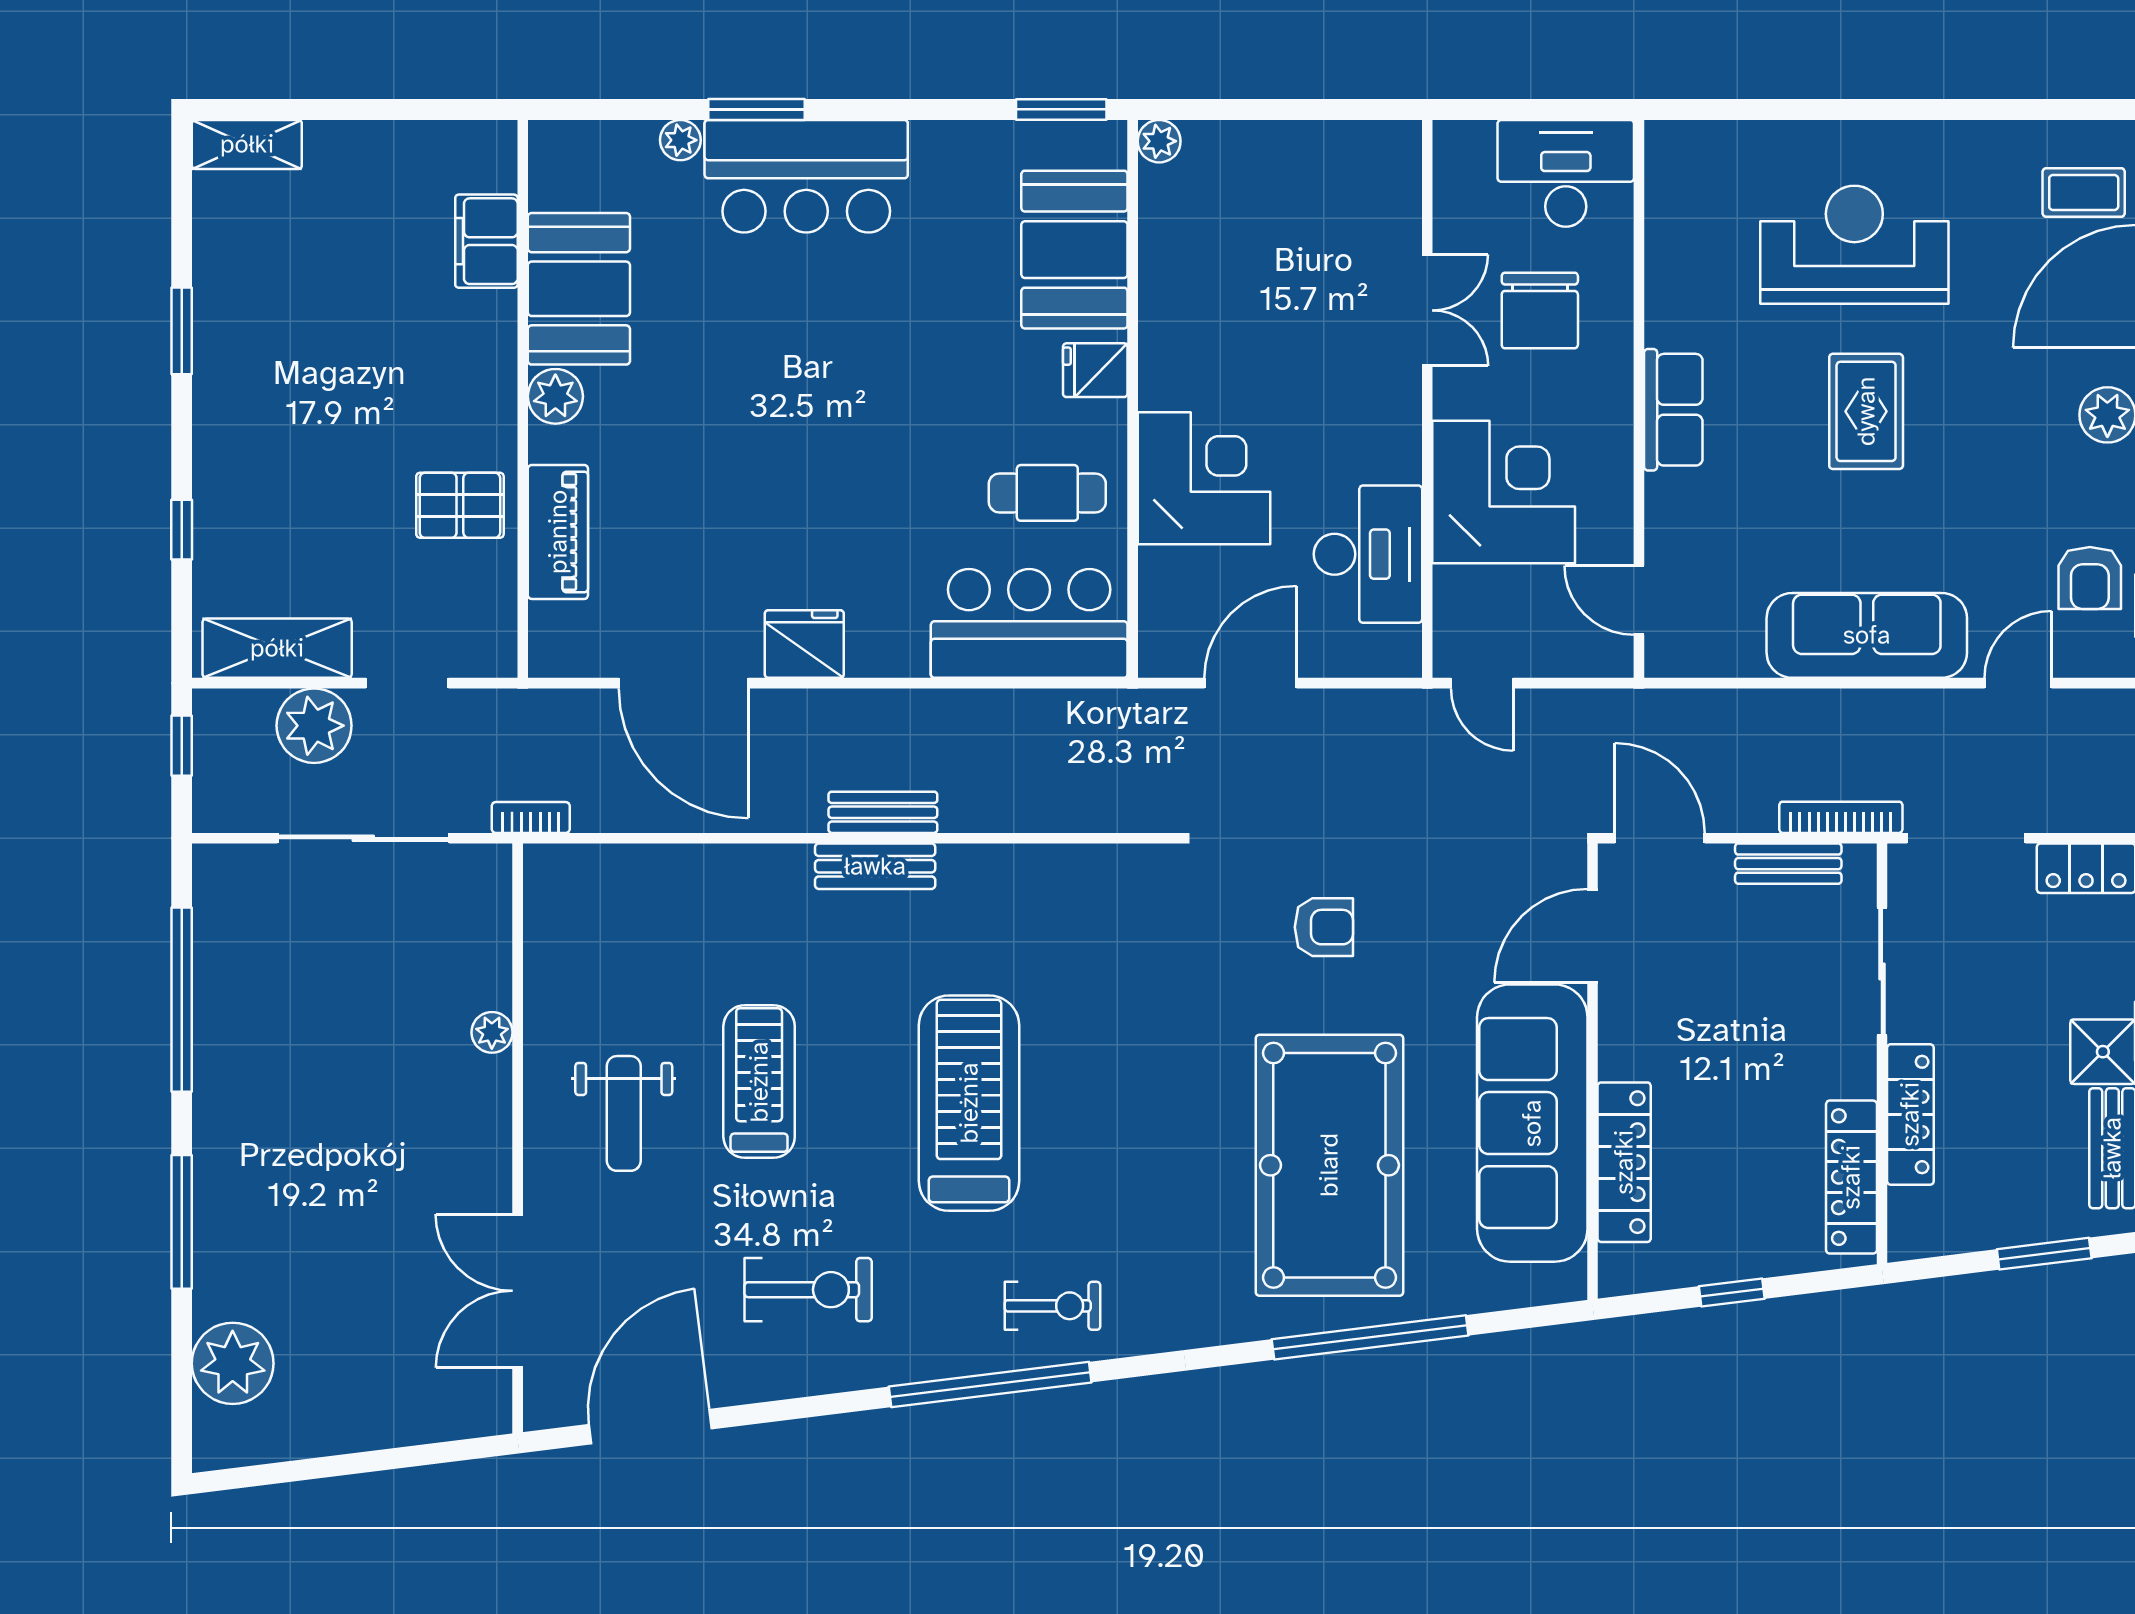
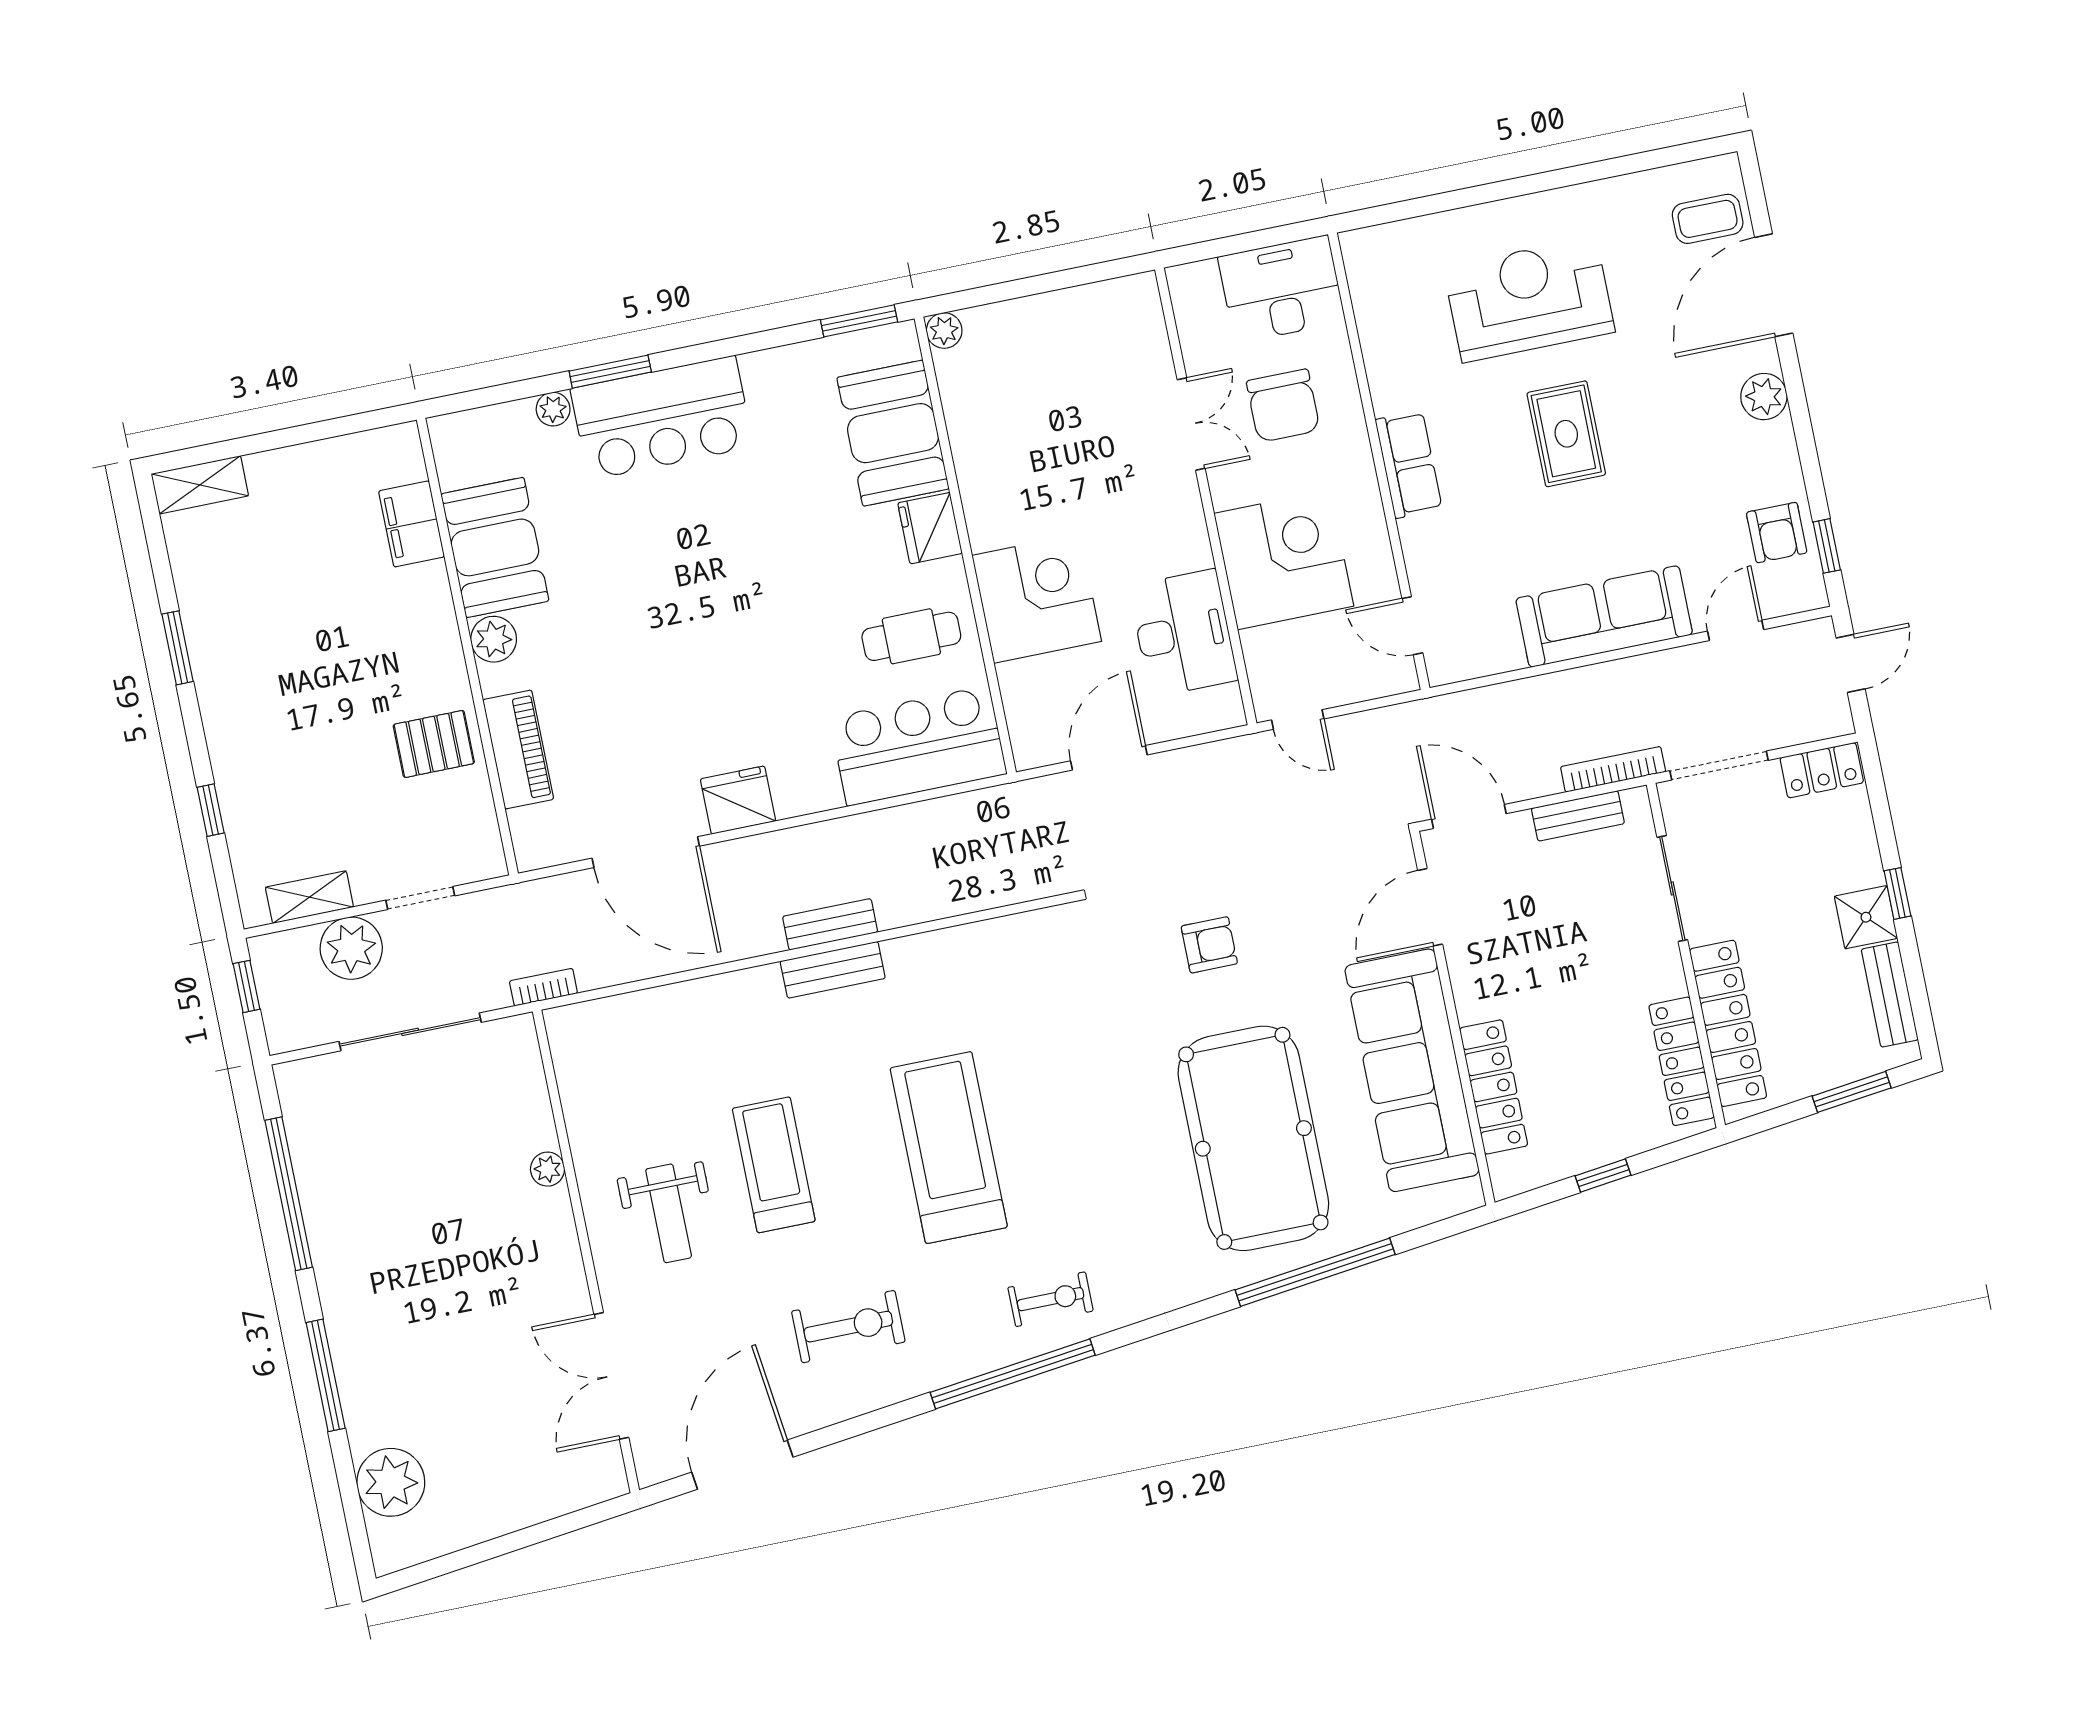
fridge: (1095, 370) -> (930, 528), width x1.38
shelving: (277, 648) -> (309, 897), width x0.67, depth x0.75
locker: (1910, 1114) -> (1728, 1023), width x1.41, depth x1.21

